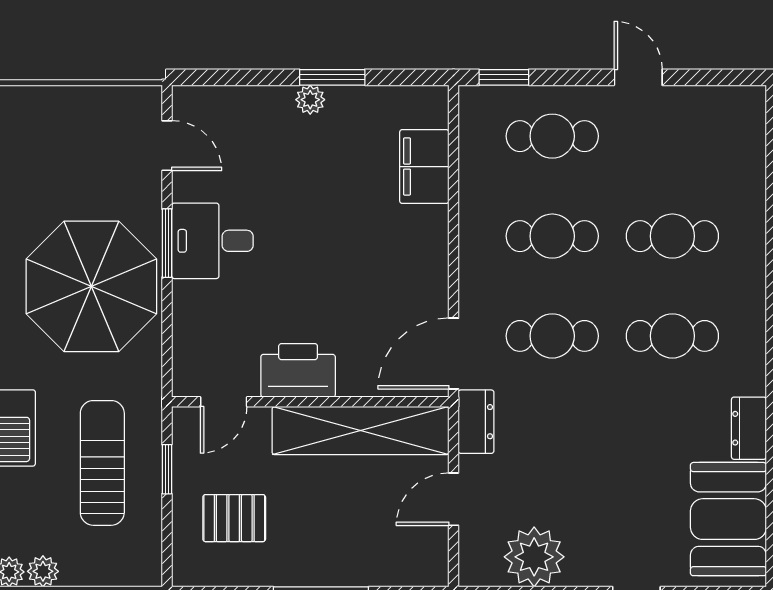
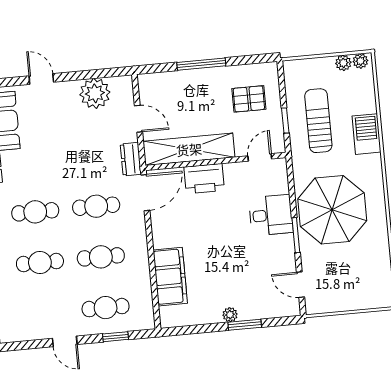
window: (332, 77) -> (245, 325), moved
window: (504, 77) -> (116, 337), moved
filing cabinet: (424, 167) -> (170, 277), width x1.50, depth x1.17
desk: (212, 241) -> (271, 215), moved
printer: (298, 370) -> (204, 179), moved
sun lounger: (102, 463) -> (318, 121), turned 180
door: (454, 499) -> (139, 119), hinge flipped

